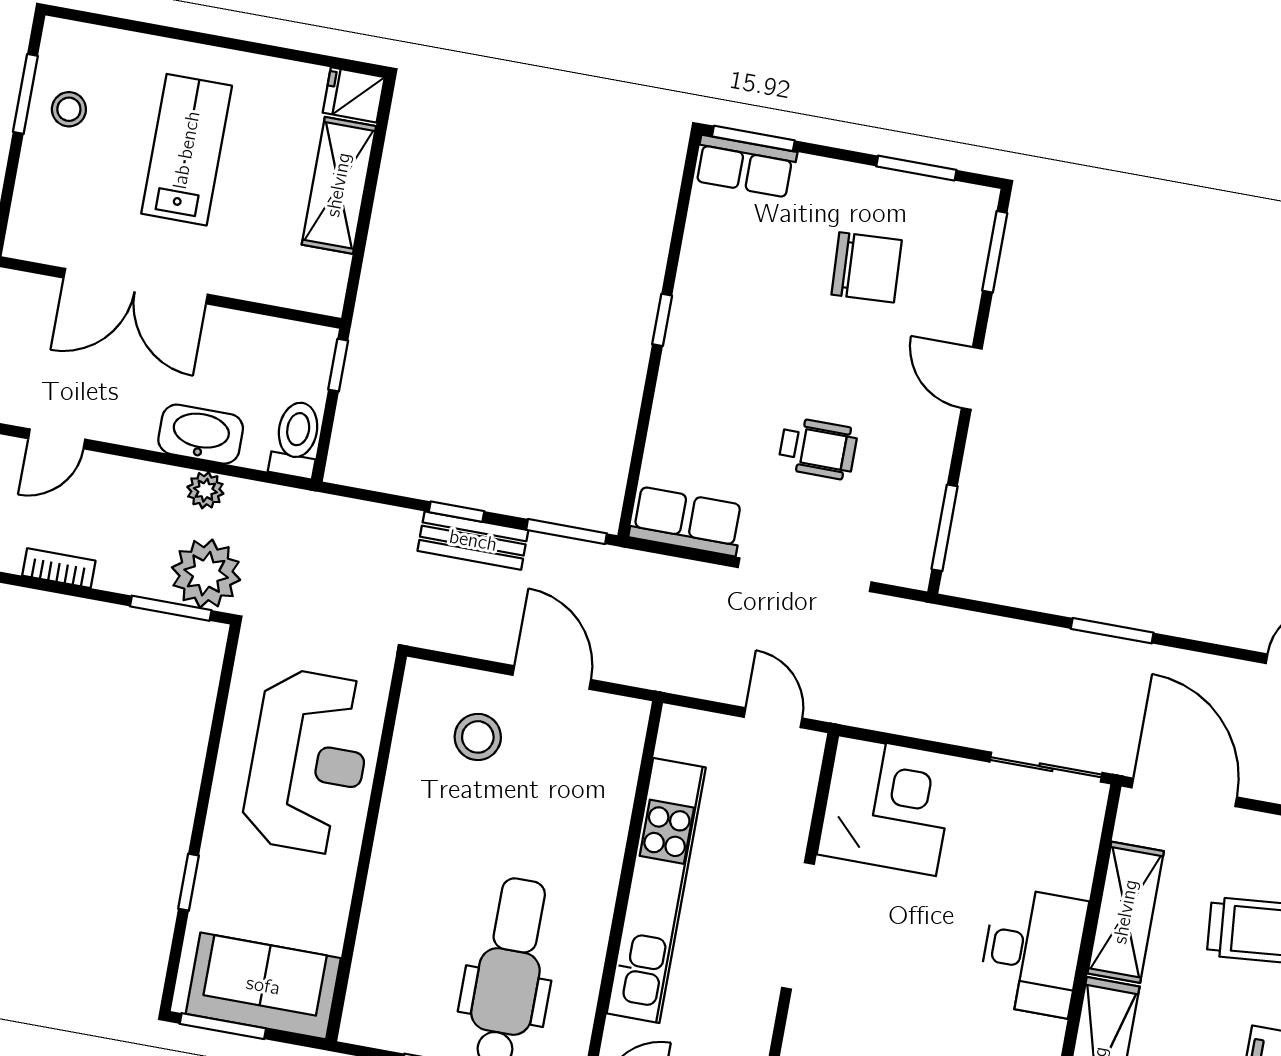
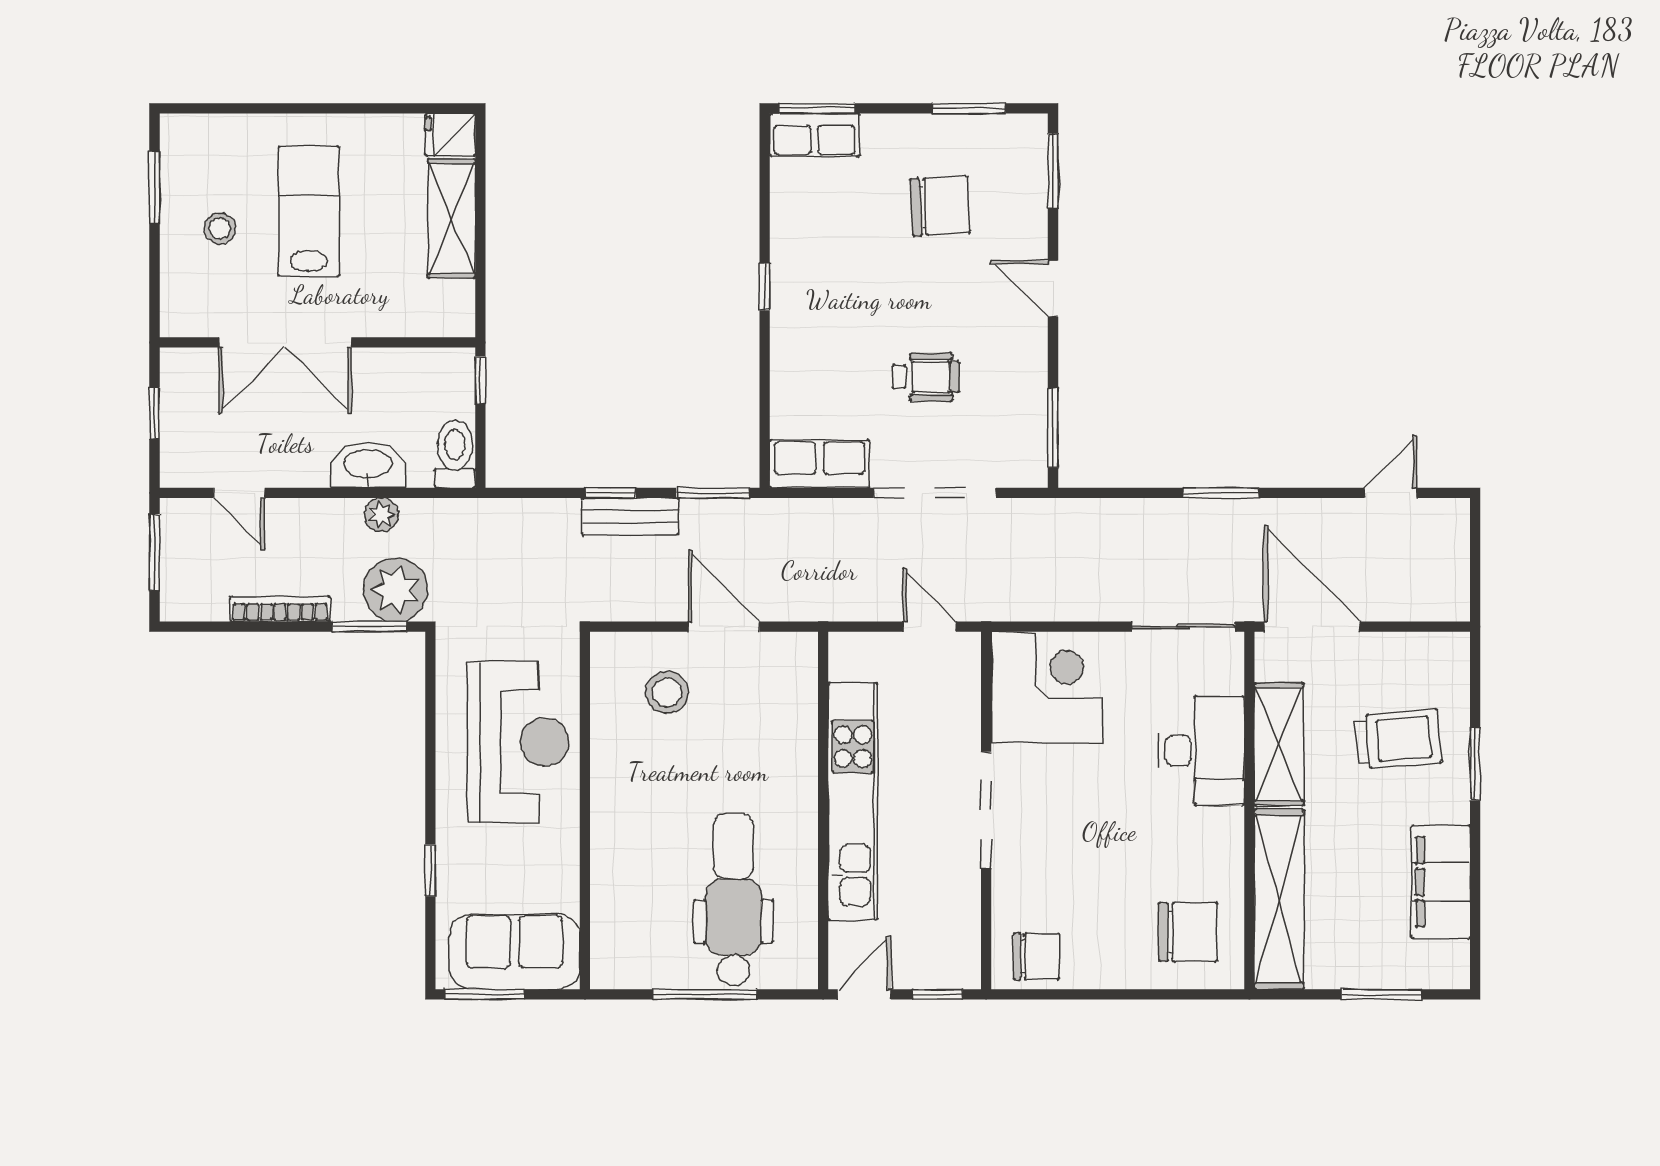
stool: (69, 109) -> (220, 228), moved
door: (57, 439) -> (239, 493), hinge flipped
bookcase: (59, 568) -> (280, 609), width x1.56
desk: (1032, 952) -> (1201, 751), moved

